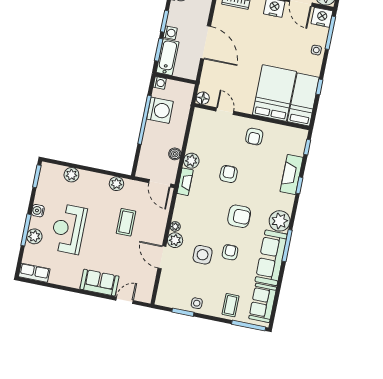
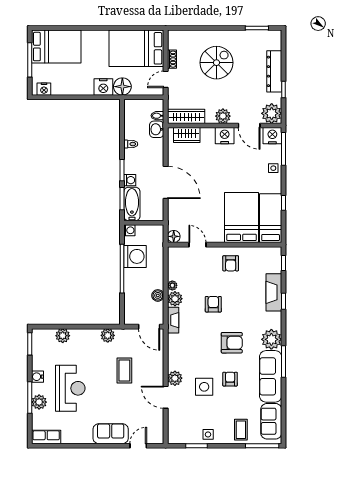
plant: (175, 226) -> (172, 285), moved
reception desk: (68, 229) -> (70, 388), turned 180

